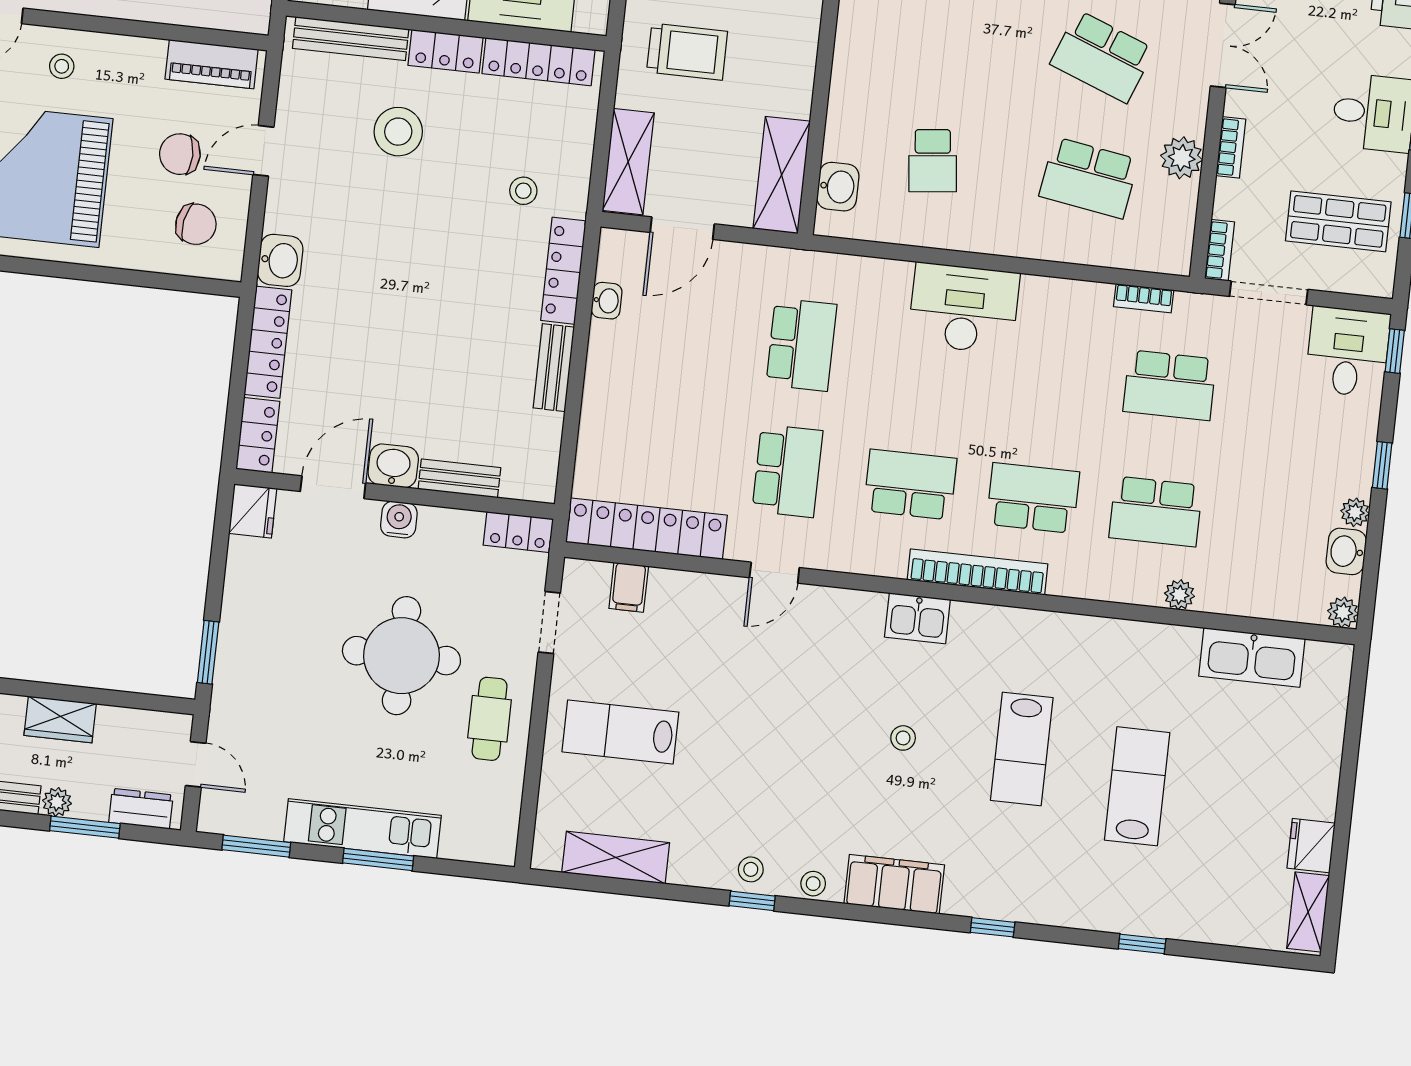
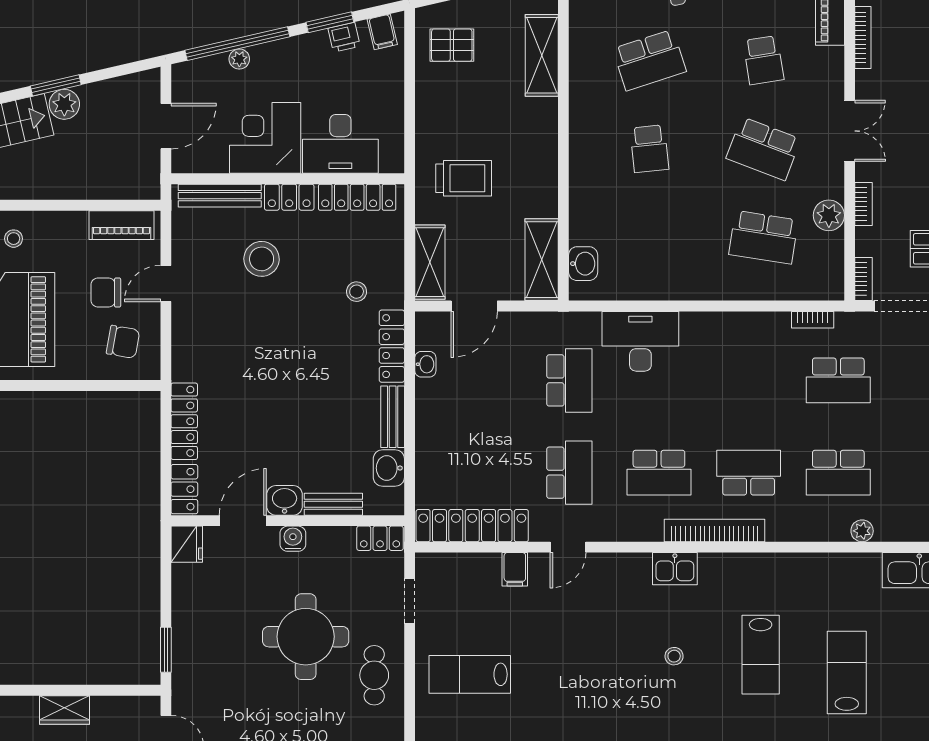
school desk: (933, 161) -> (649, 149), moved
washbasin: (280, 260) -> (389, 468), moved, turned 180
desk: (964, 308) -> (640, 341), moved
school desk: (910, 484) -> (659, 473), turned 180
filing cabinet: (629, 587) -> (515, 569), moved

